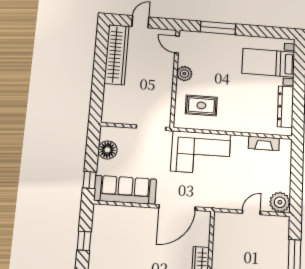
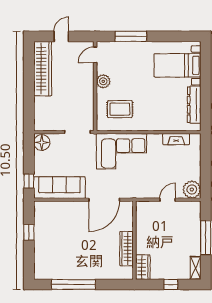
door: (177, 44) -> (95, 55), hinge flipped
floor lamp: (107, 150) -> (42, 143), moved

